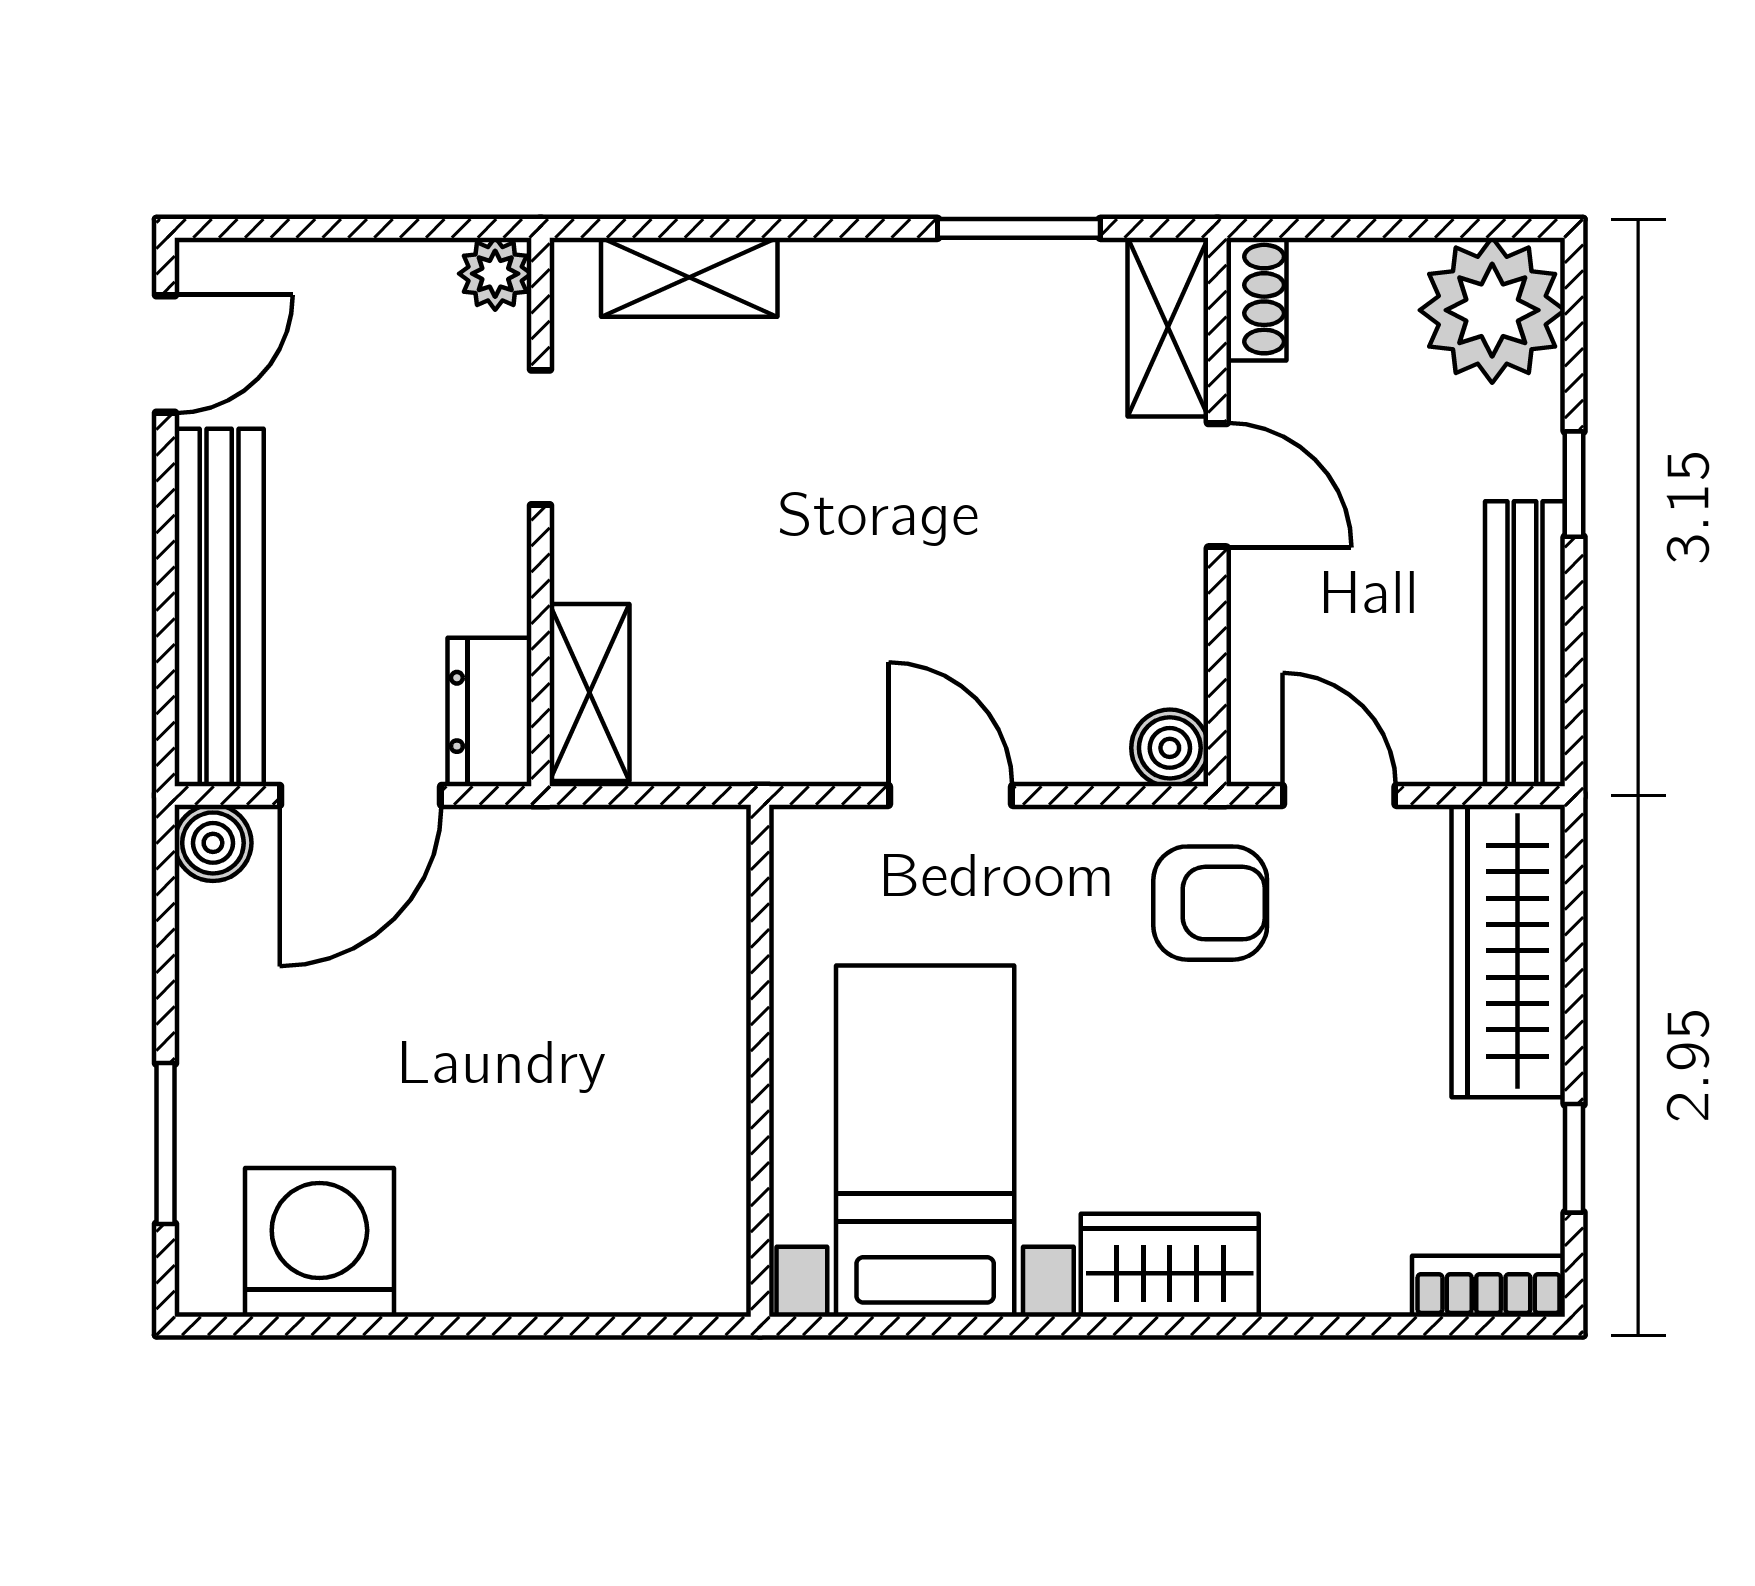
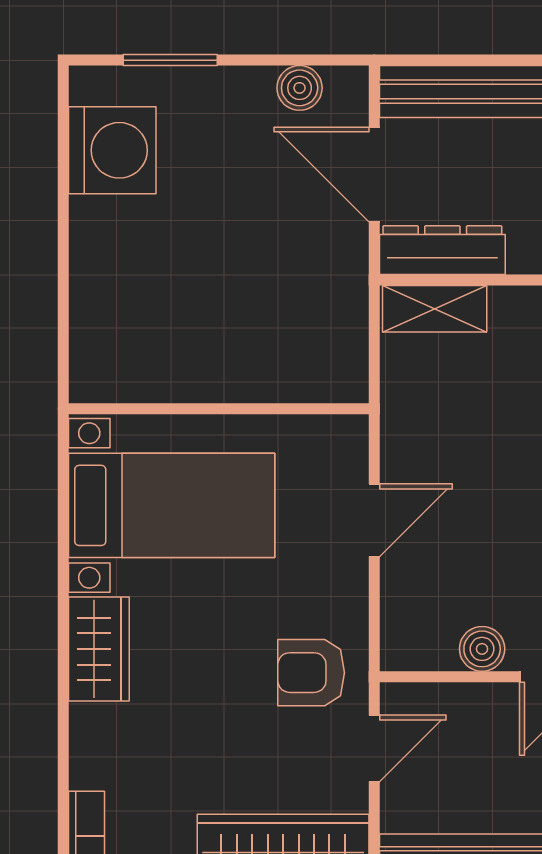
dresser: (490, 712) -> (442, 250), width x1.44
boiler: (1170, 748) -> (482, 649), moved
boiler: (213, 843) -> (300, 88), moved
armchair: (1210, 903) -> (311, 673), turned 90

